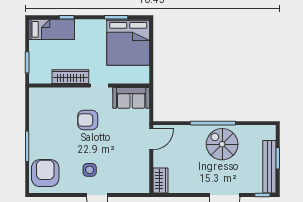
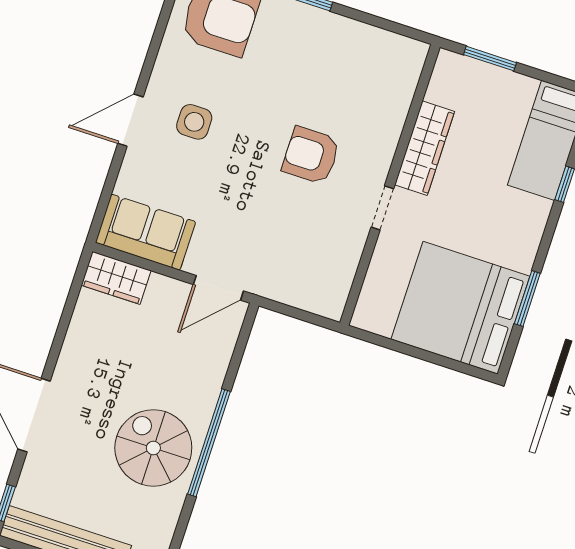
sofa: (131, 98) -> (145, 232), moved, turned 90
armchair: (88, 120) -> (311, 155), turned -90
door: (151, 139) -> (218, 288), hinge flipped
spiral stairs: (222, 144) -> (153, 448), turned -90

